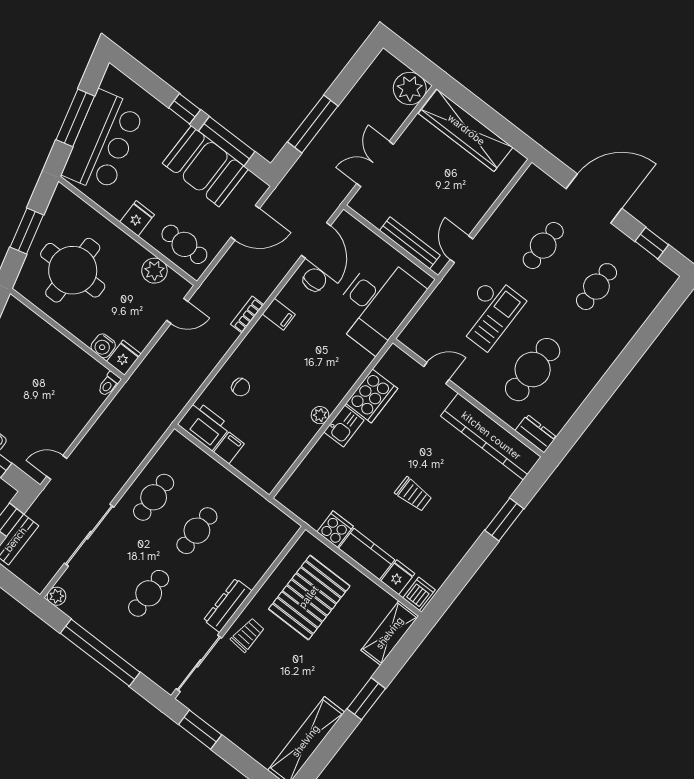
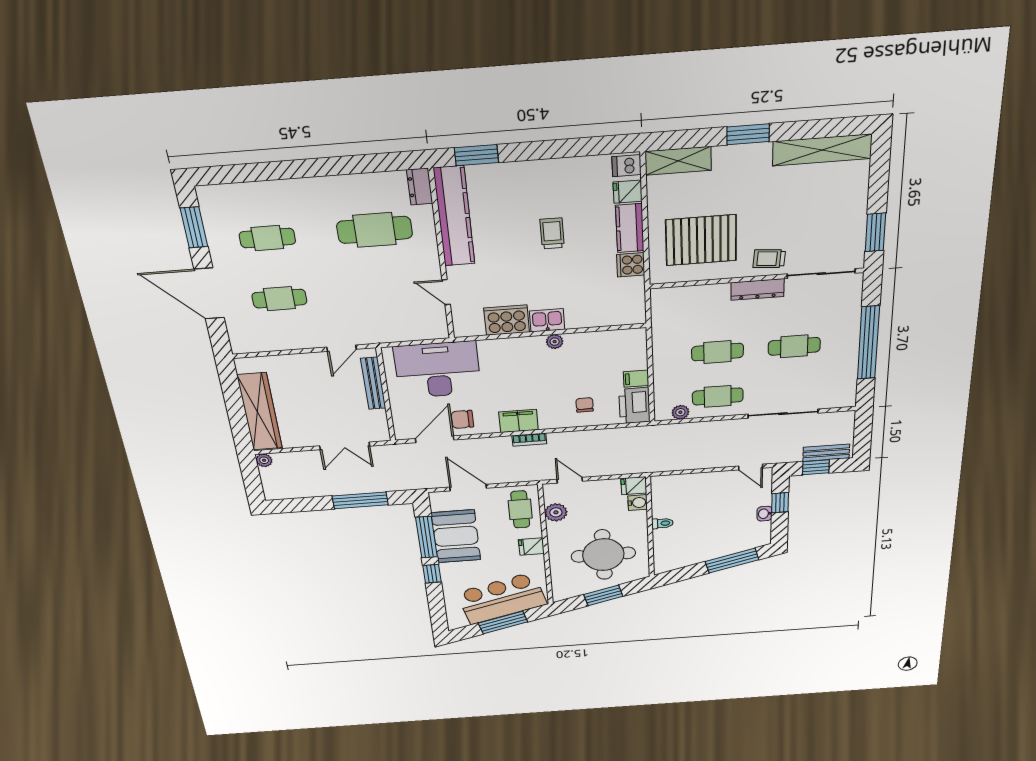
plant: (410, 88) -> (264, 460), width x0.53, depth x0.53
window: (652, 243) -> (194, 227), width x1.50
checkout: (489, 313) -> (366, 294), removed
filing cabinet: (279, 314) -> (518, 421), width x2.00
toilet: (109, 384) -> (662, 523), moved
window: (504, 520) -> (476, 155), moved
plant: (57, 596) -> (680, 412), moved

